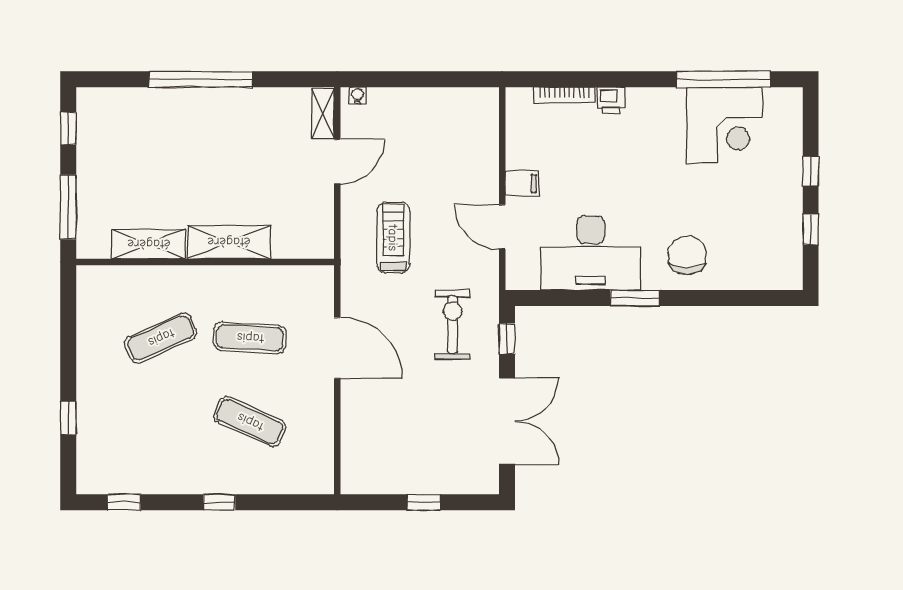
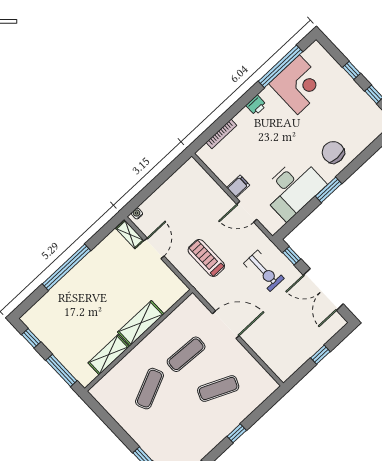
printer: (611, 100) -> (256, 105), moved
exercise bike: (453, 324) -> (264, 271), turned 180
double door: (507, 421) -> (323, 289), swing flipped

